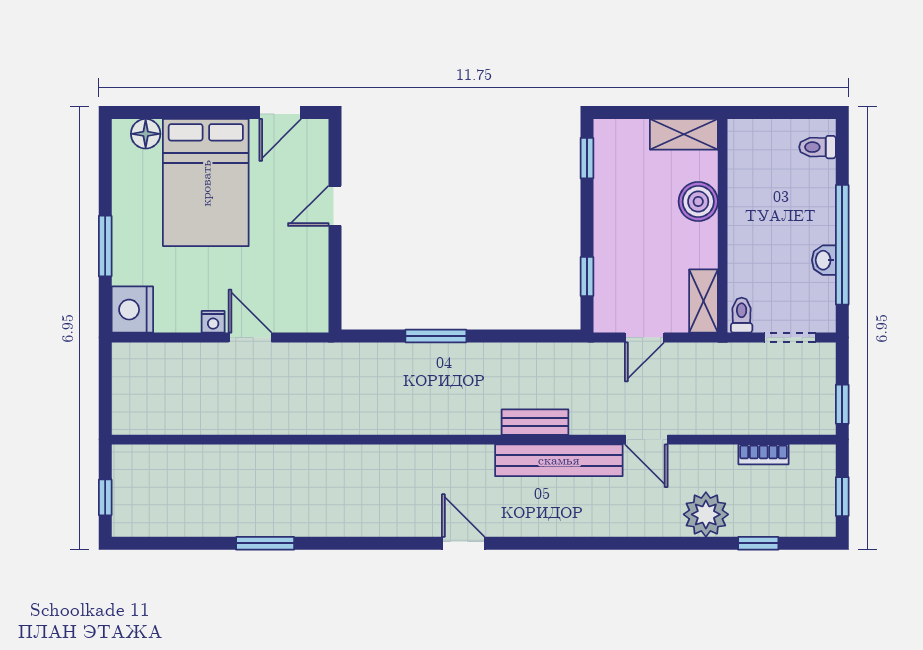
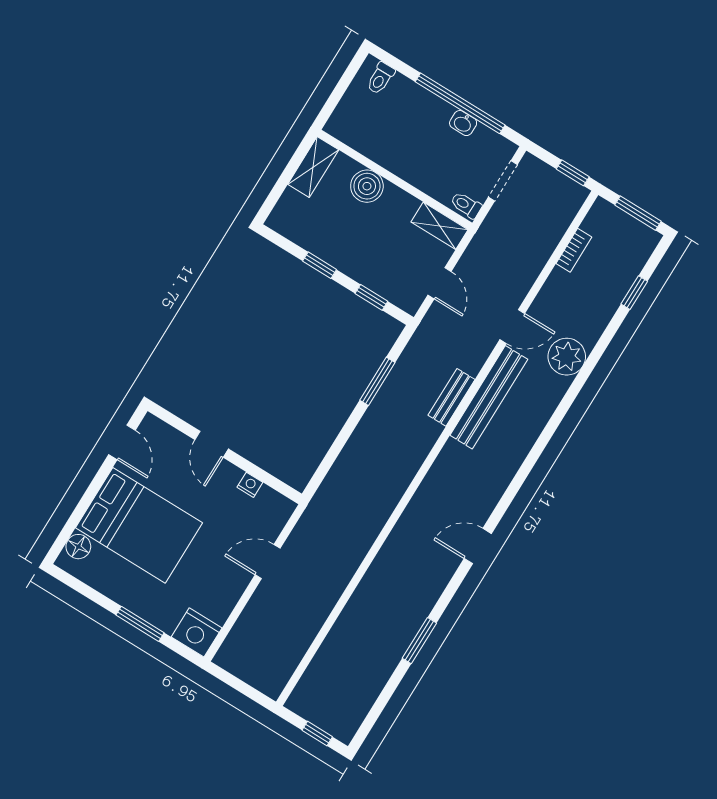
window: (587, 158) -> (320, 265), moved
nightstand: (213, 322) -> (250, 485), moved, turned -90
window: (436, 336) -> (377, 381), moved
window: (842, 497) -> (638, 213), width x1.50
plant: (706, 514) -> (567, 357), moved
door: (463, 543) -> (478, 546), moved

